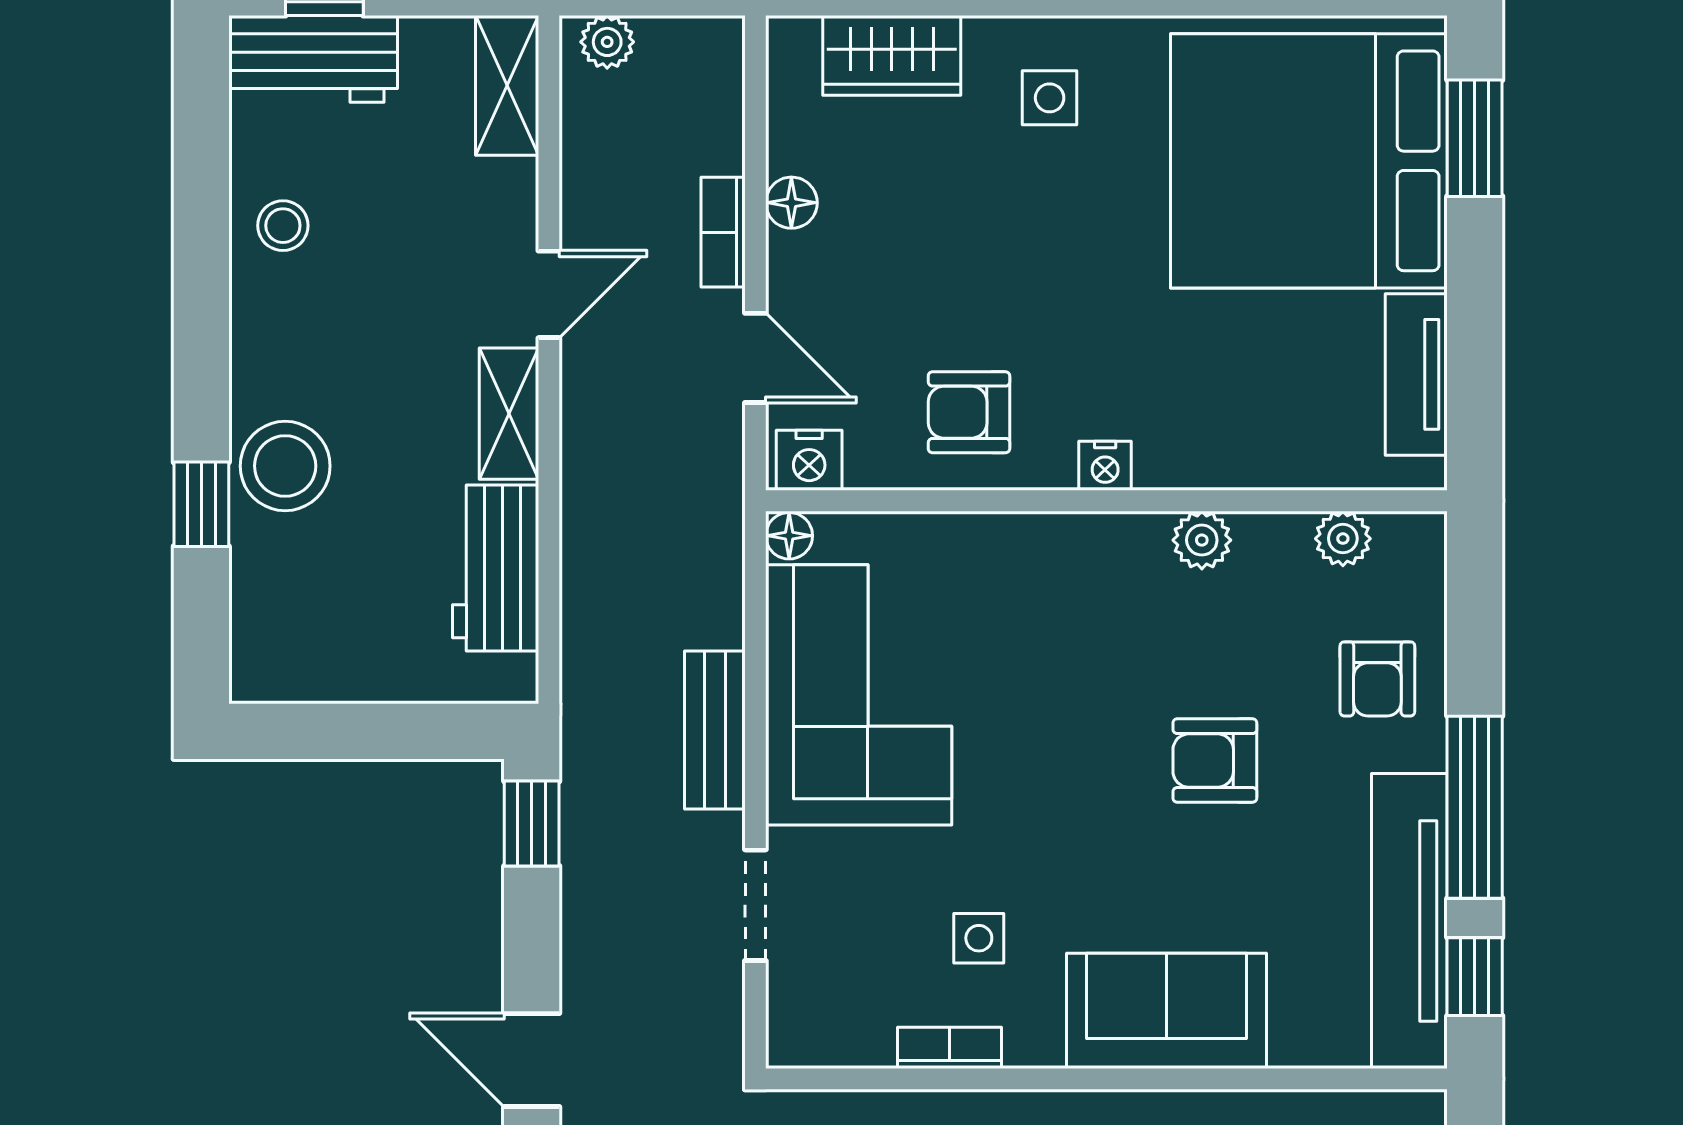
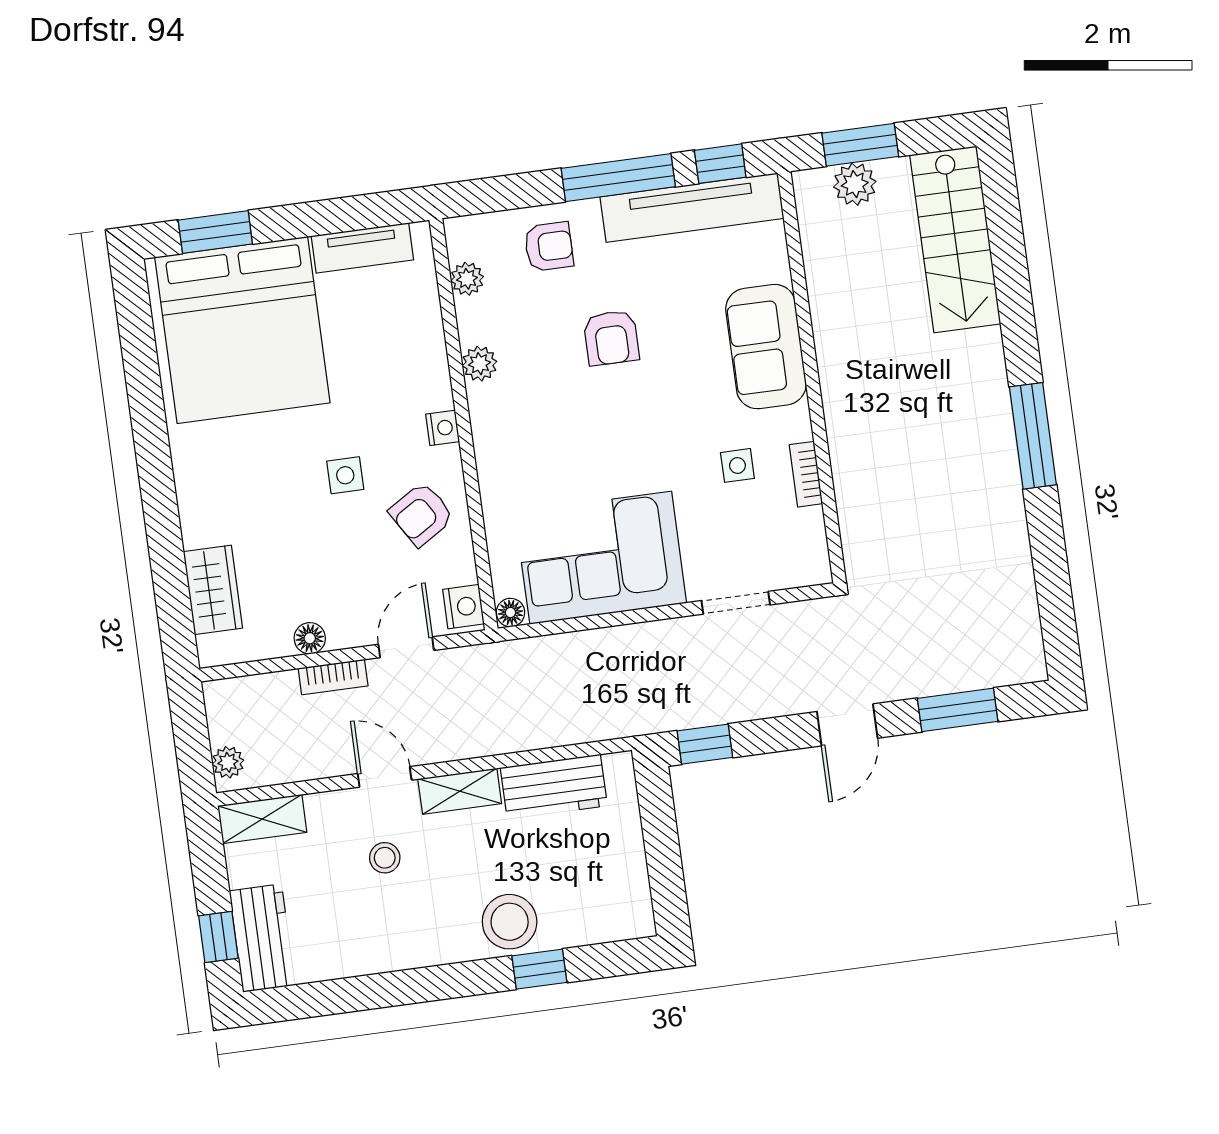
side table: (1050, 98) -> (345, 475), moved
stool: (283, 226) -> (385, 858), moved
armchair: (969, 412) -> (421, 514), turned 58
bench: (715, 730) -> (634, 641), removed

